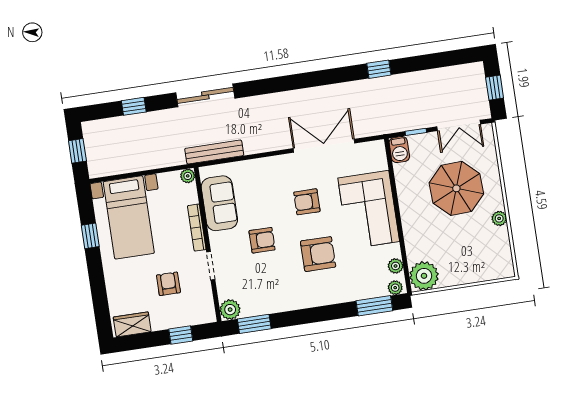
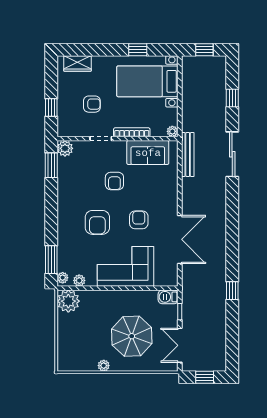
wardrobe: (132, 324) -> (77, 63), moved, turned 90

